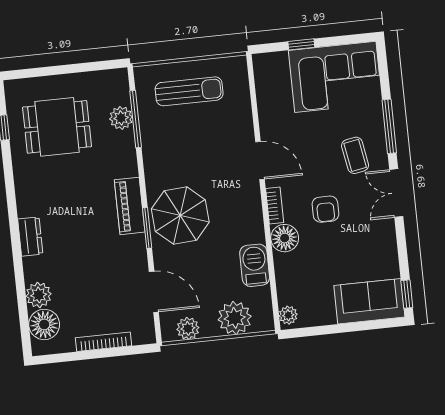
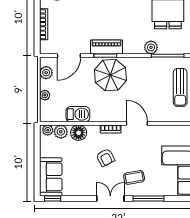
plant: (121, 118) -> (151, 47), moved
door: (260, 161) -> (137, 123), swing flipped
piano: (130, 206) -> (106, 47), moved
armchair: (325, 209) -> (105, 158), turned -117
floor lamp: (285, 238) -> (79, 133), moved
plant: (289, 292) -> (61, 132), added
plant: (235, 318) -> (45, 95), width x0.53, depth x0.53

